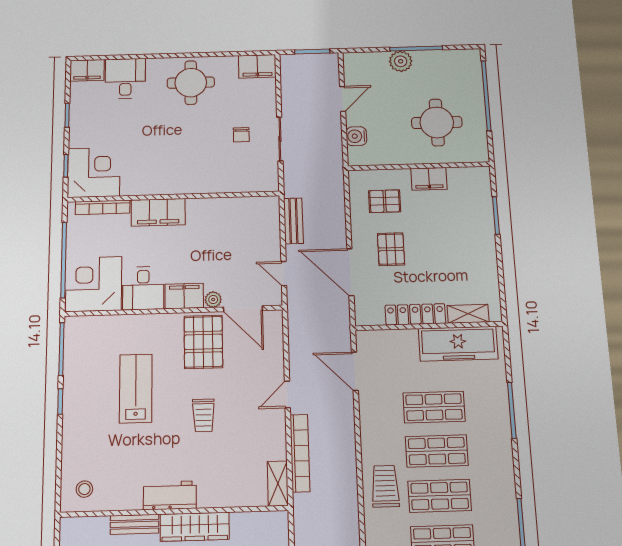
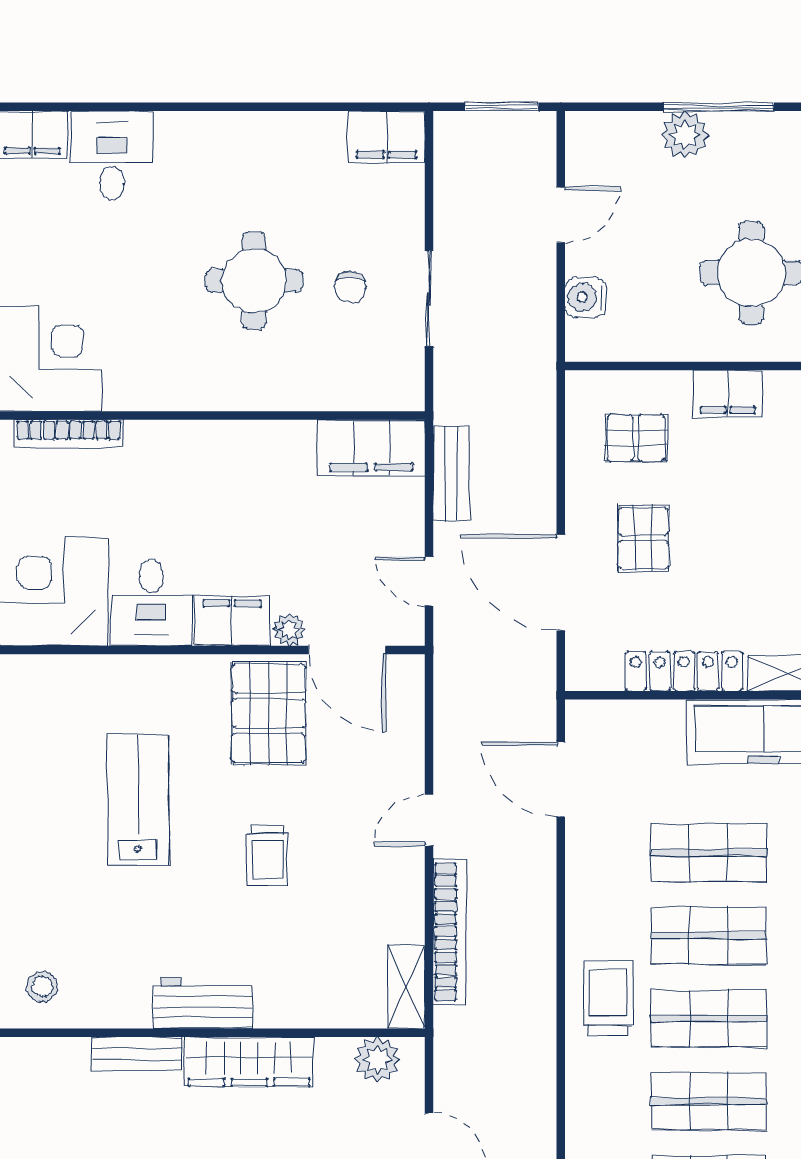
round table: (191, 83) -> (254, 281), moved
filing cabinet: (158, 212) -> (371, 447), moved
plant: (263, 524) -> (377, 1060), added

